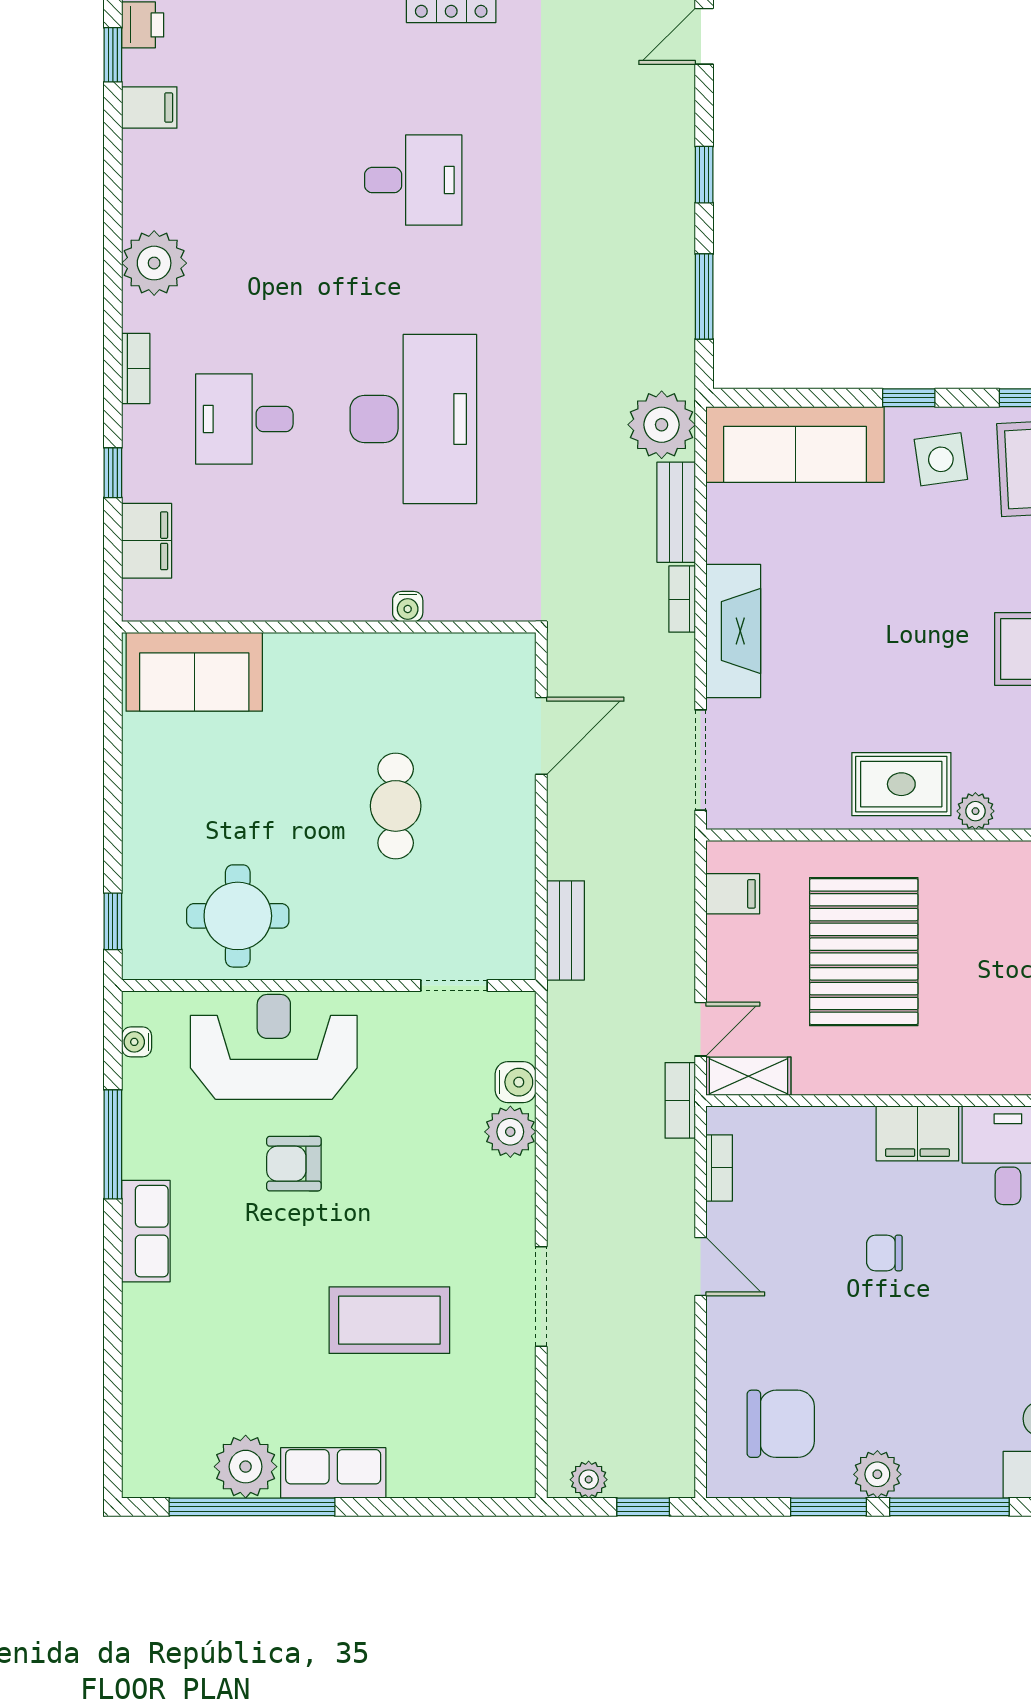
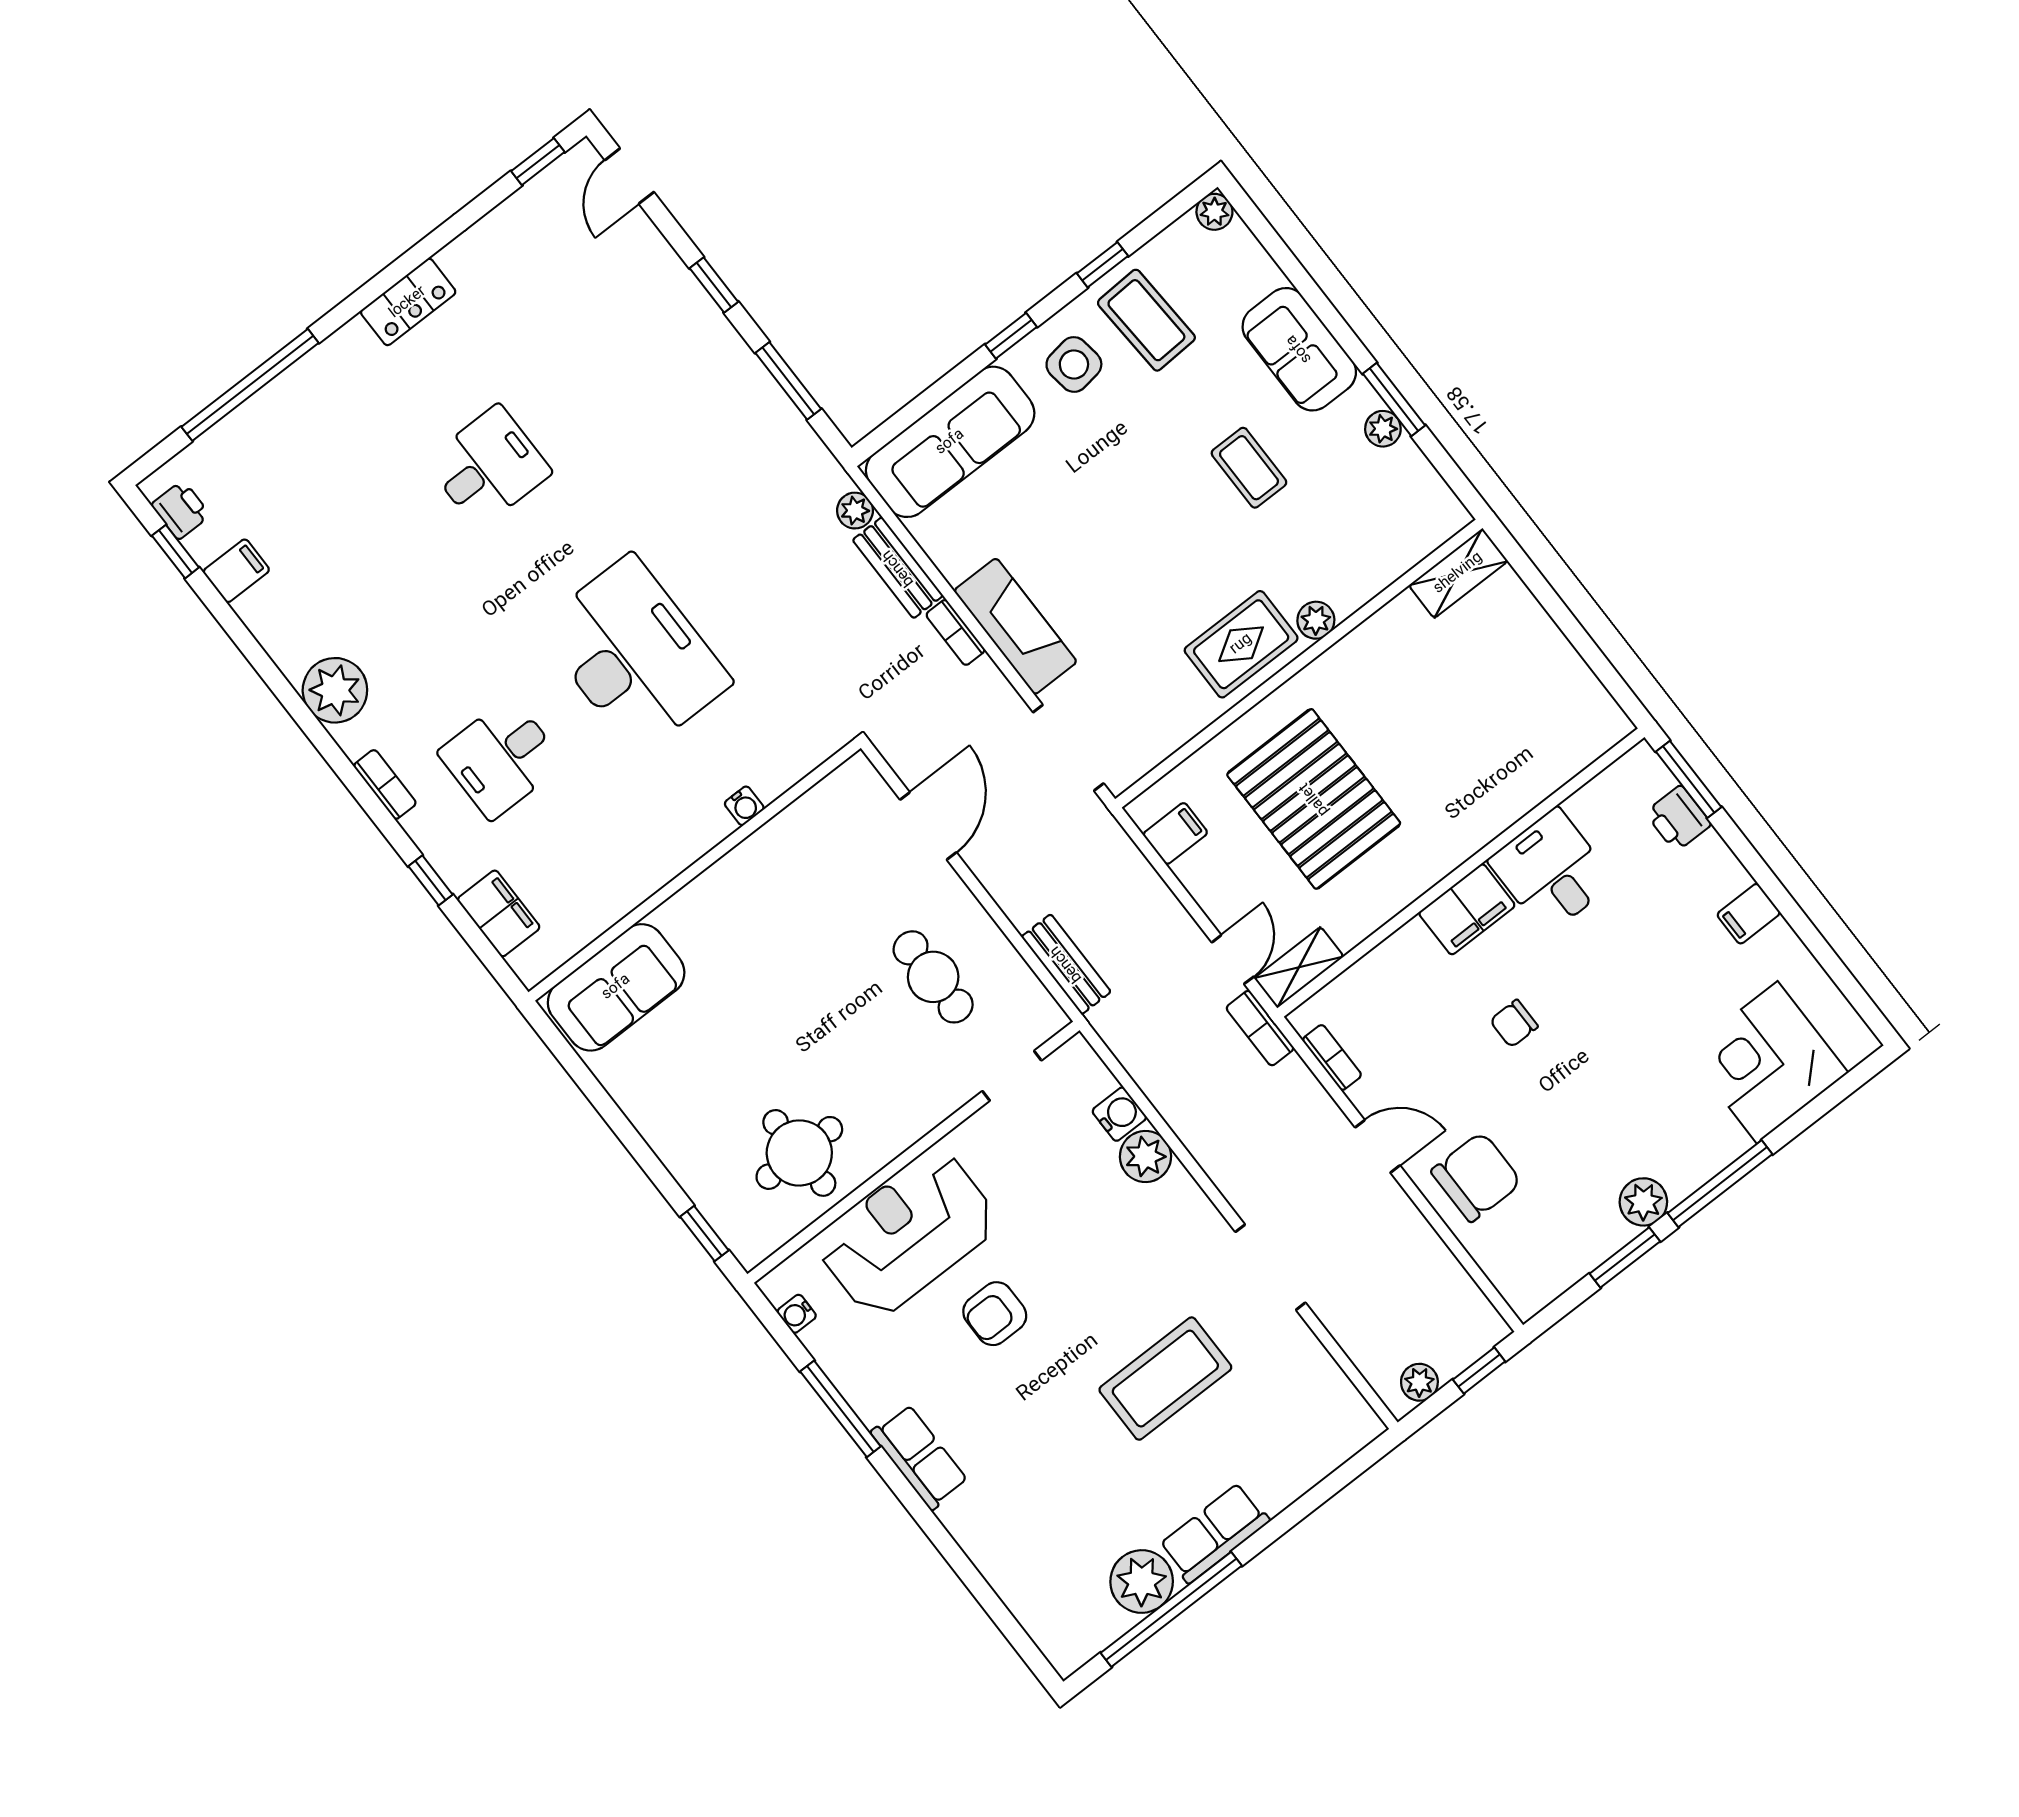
plant: (662, 425) -> (855, 511), width x0.53, depth x0.53
cafe table: (396, 806) -> (933, 977), moved
chair: (781, 1424) -> (1476, 1177), moved

